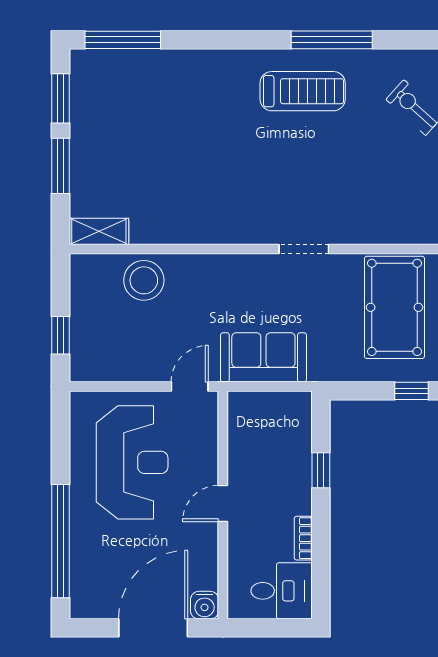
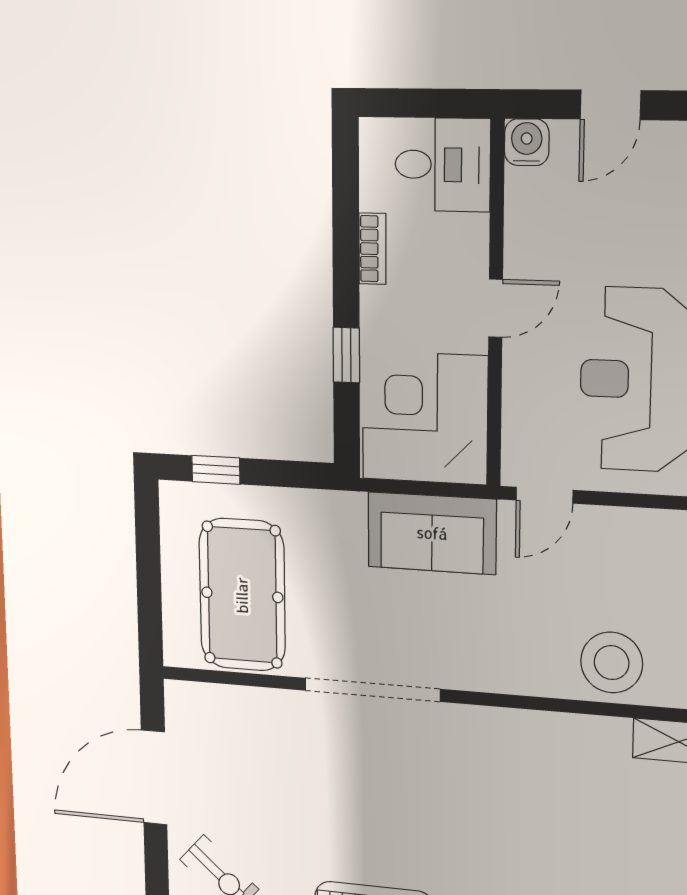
doorway: (304, 249) -> (372, 690), width x1.88
corner desk: (269, 432) -> (425, 418), added
desk: (282, 591) -> (443, 165), moved, turned 180
door: (153, 628) -> (610, 105), width x0.53

